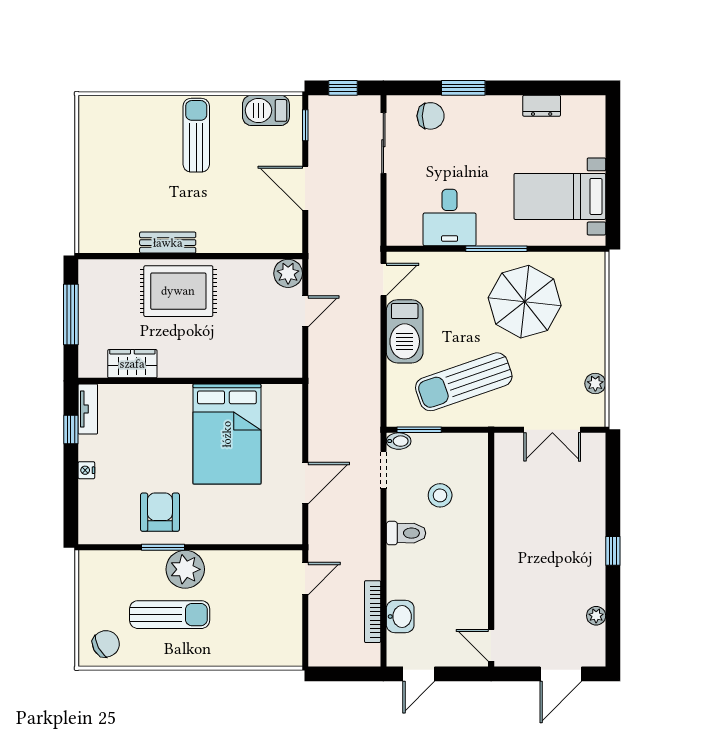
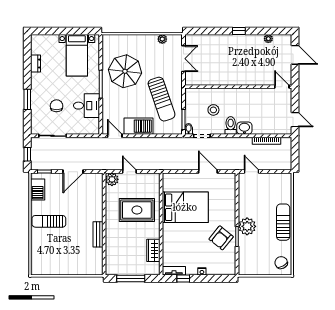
chair: (431, 116) -> (57, 106), moved
rug: (178, 291) -> (137, 210), moved, turned 90
armchair: (160, 512) -> (221, 238), turned -51
sun lounger: (170, 615) -> (283, 222), moved
washbasin: (400, 617) -> (244, 128), moved
door: (491, 645) -> (282, 87), swing flipped

